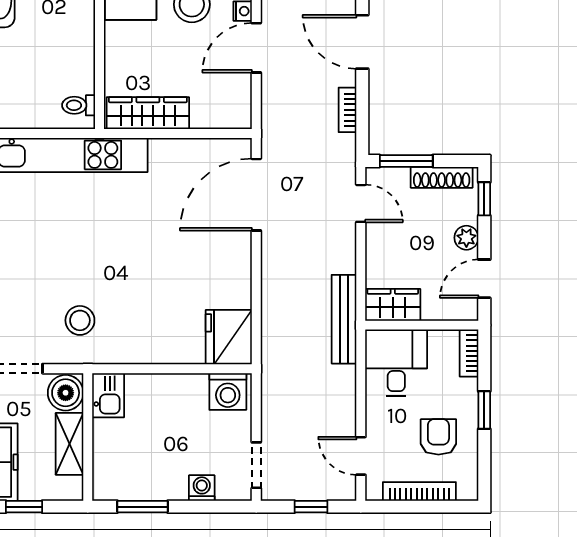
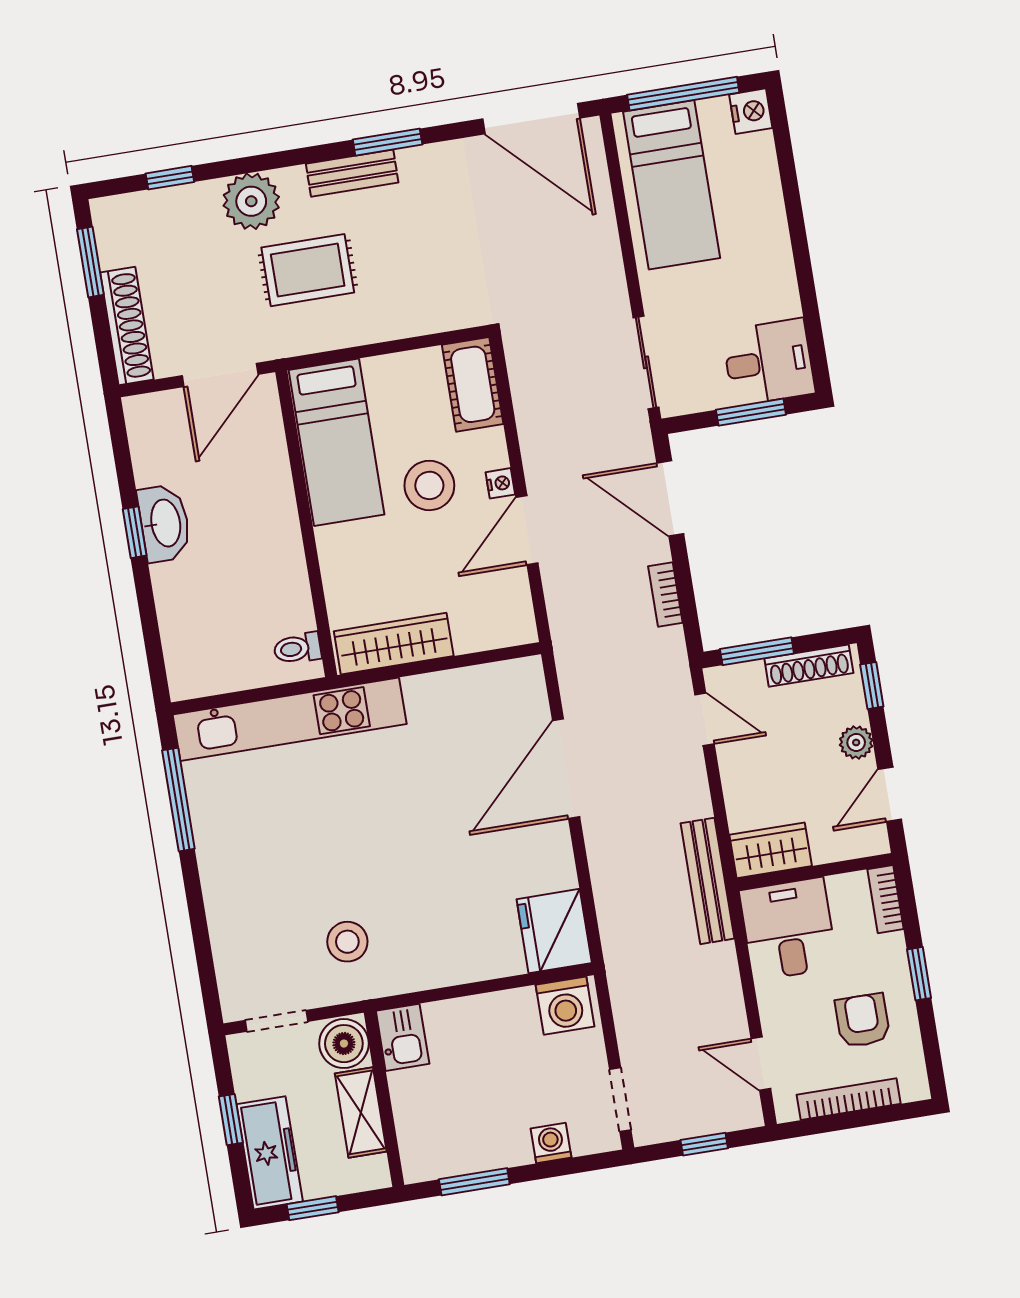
door: (256, 195) -> (566, 769), moved

